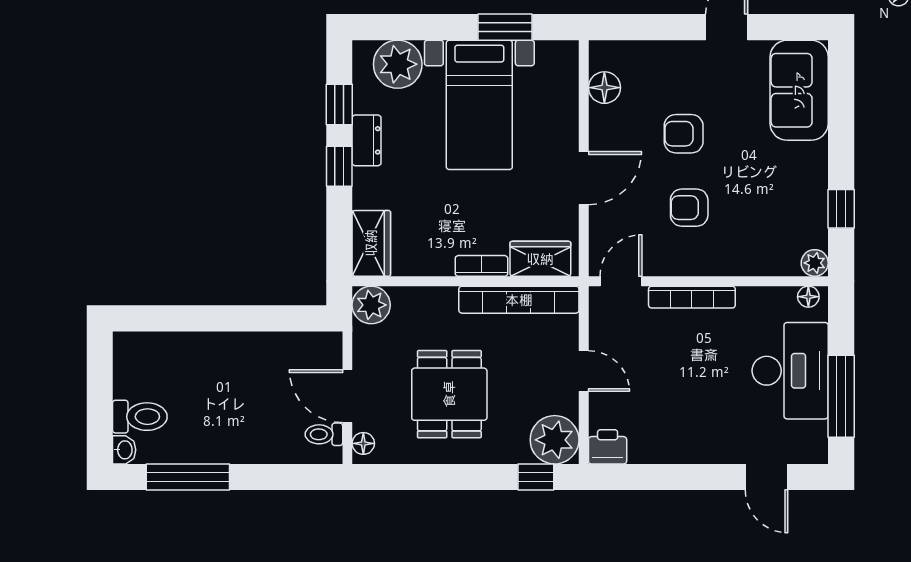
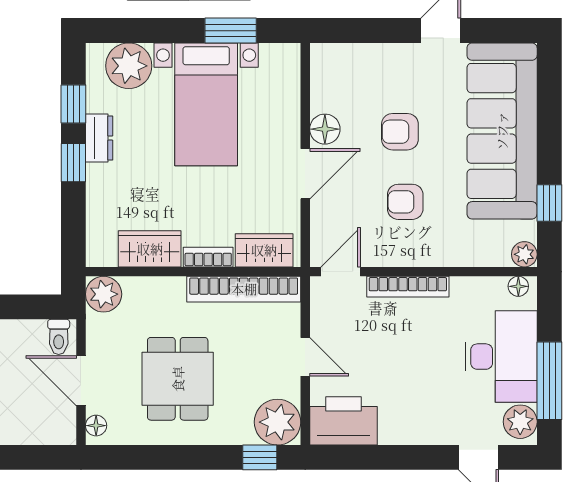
floor lamp: (604, 88) -> (325, 129), moved
sofa: (799, 90) -> (502, 131), width x1.85, depth x1.27
wardrobe: (371, 243) -> (150, 249), moved, turned -90
toilet: (324, 434) -> (59, 337), moved, turned -90
plant: (810, 439) -> (520, 422), added
printer: (608, 447) -> (343, 421), width x1.87, depth x1.48

